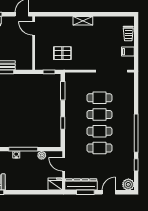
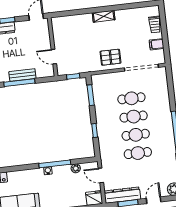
door: (34, 28) -> (54, 57), moved
pallet: (62, 53) -> (110, 57), moved

